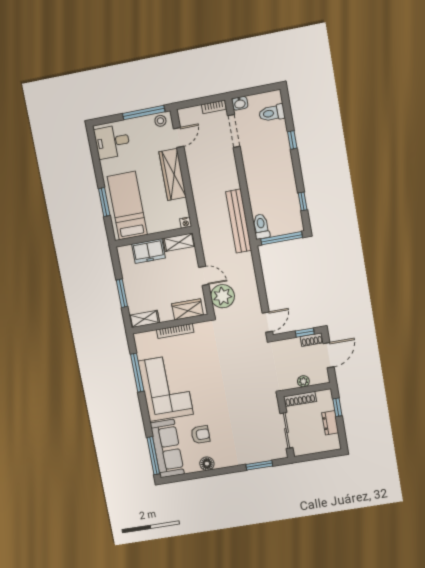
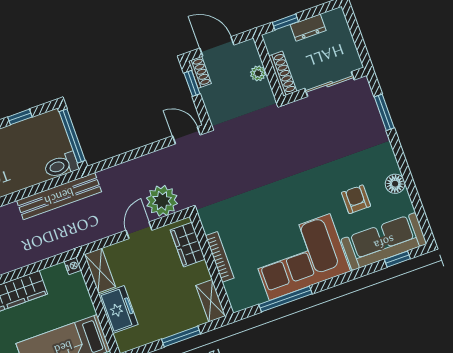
window: (153, 456) -> (397, 259), width x0.46

